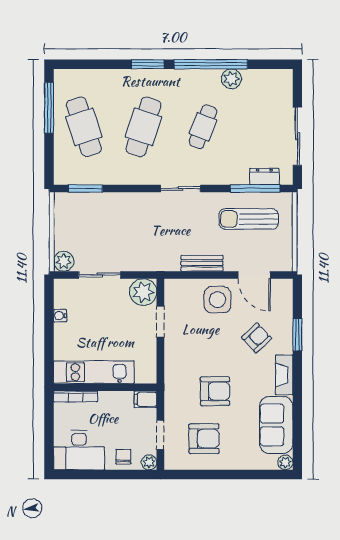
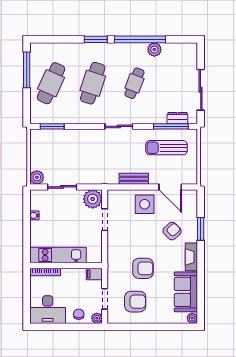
cafe table: (84, 127) -> (51, 83), turned 42

